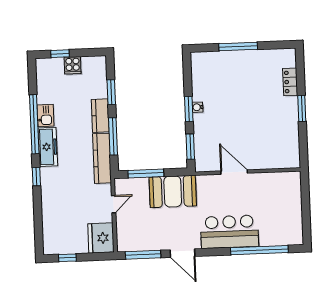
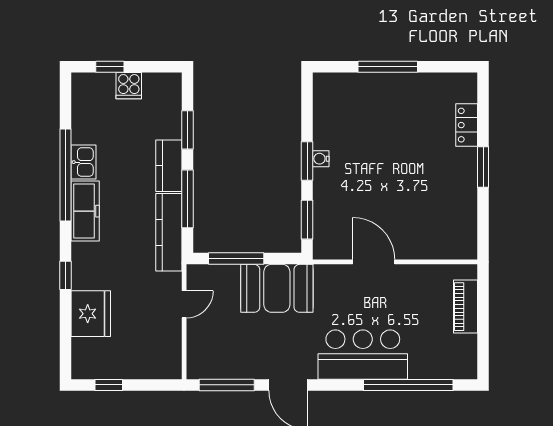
window: (36, 177) -> (66, 275), moved
piano: (294, 198) -> (466, 307), added
fridge: (101, 238) -> (91, 314), moved, turned 180

